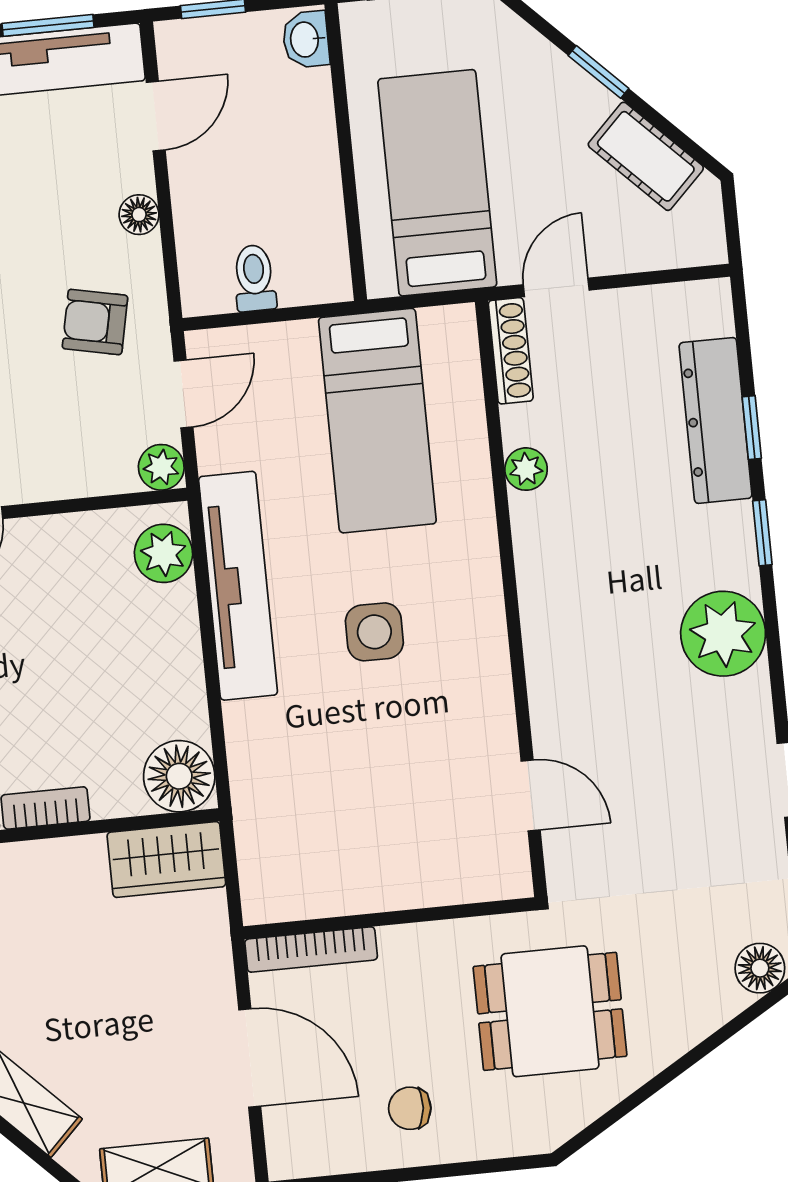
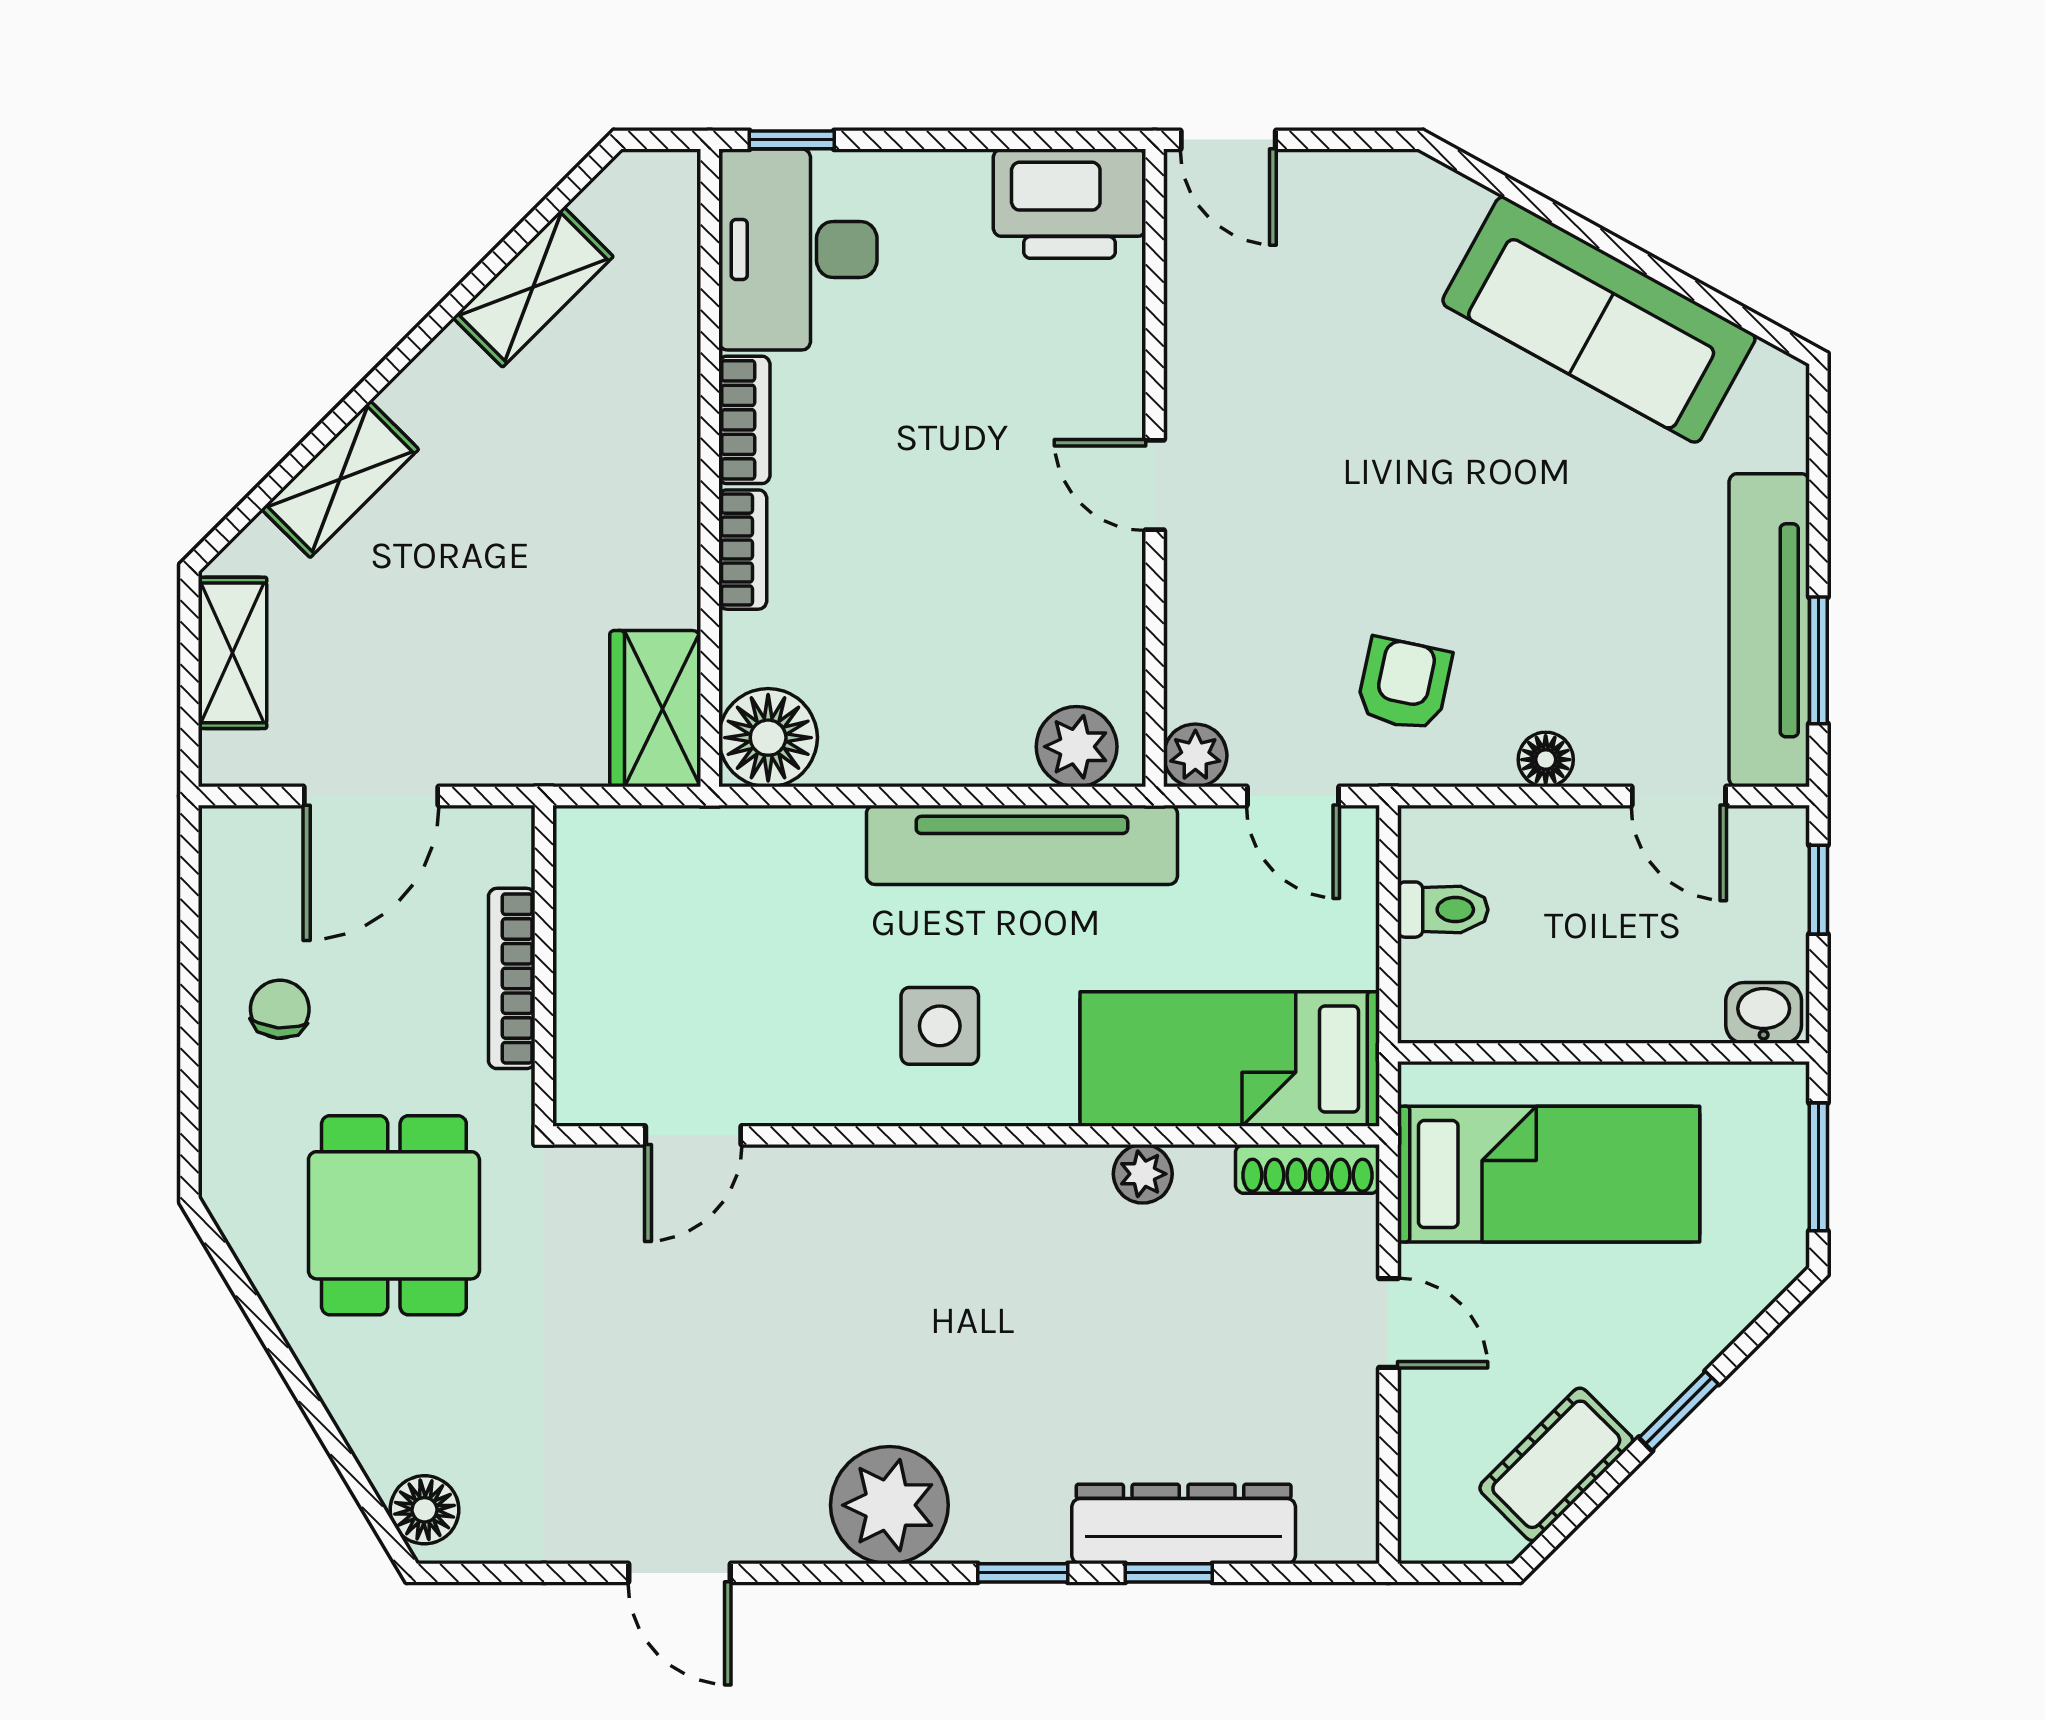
shoe rack: (511, 351) -> (1308, 1169), moved
plant: (526, 469) -> (1143, 1174), moved
wall: (511, 599) -> (966, 1135), moved
door: (531, 796) -> (693, 1135), moved
bookcase: (311, 950) -> (512, 978), moved

